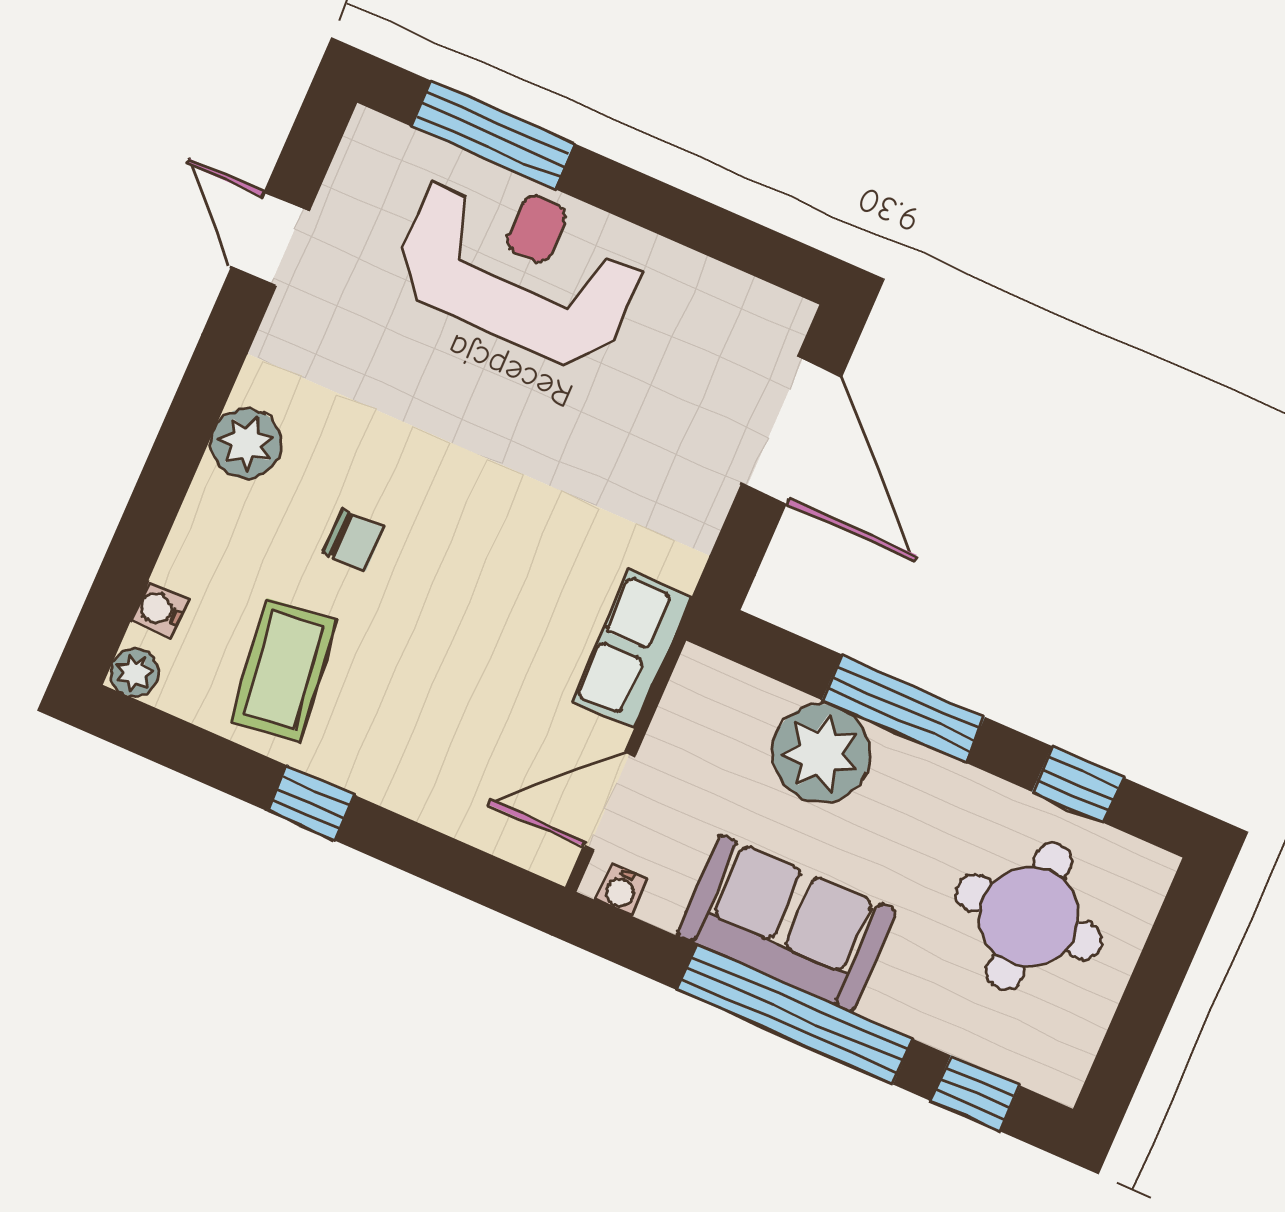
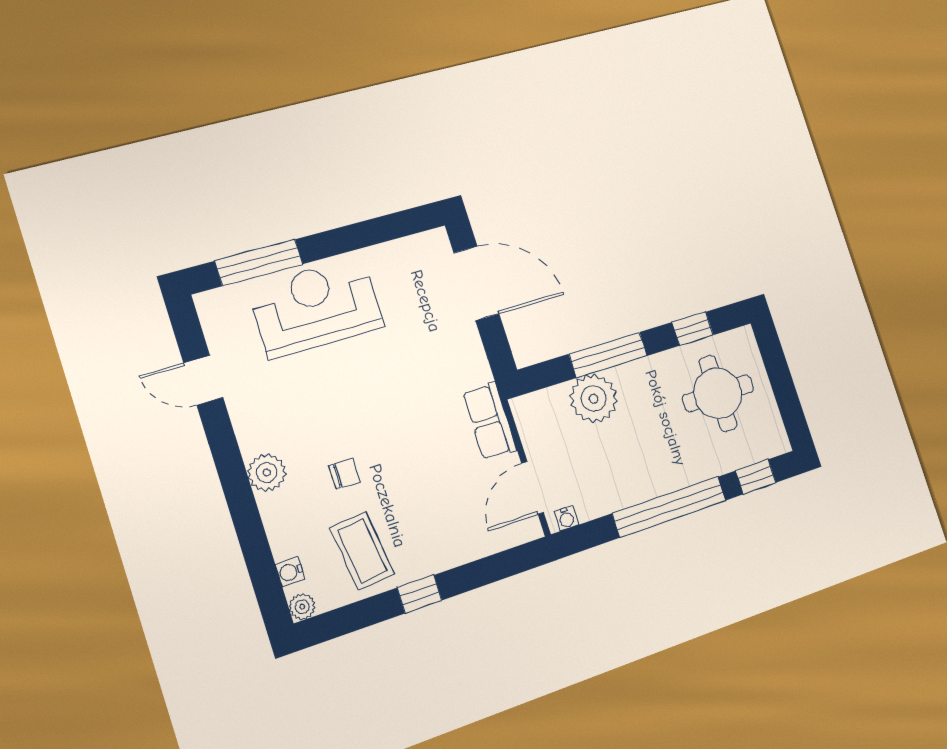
sofa: (786, 923) -> (637, 475), removed

